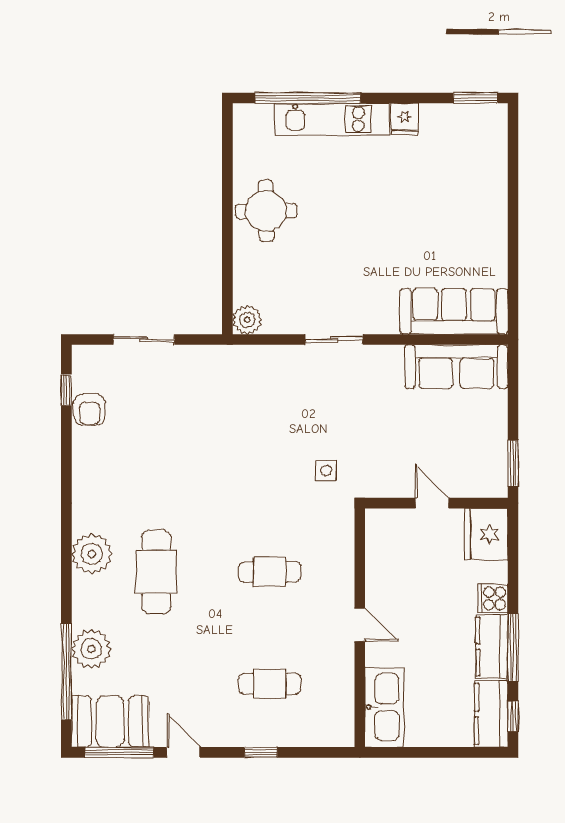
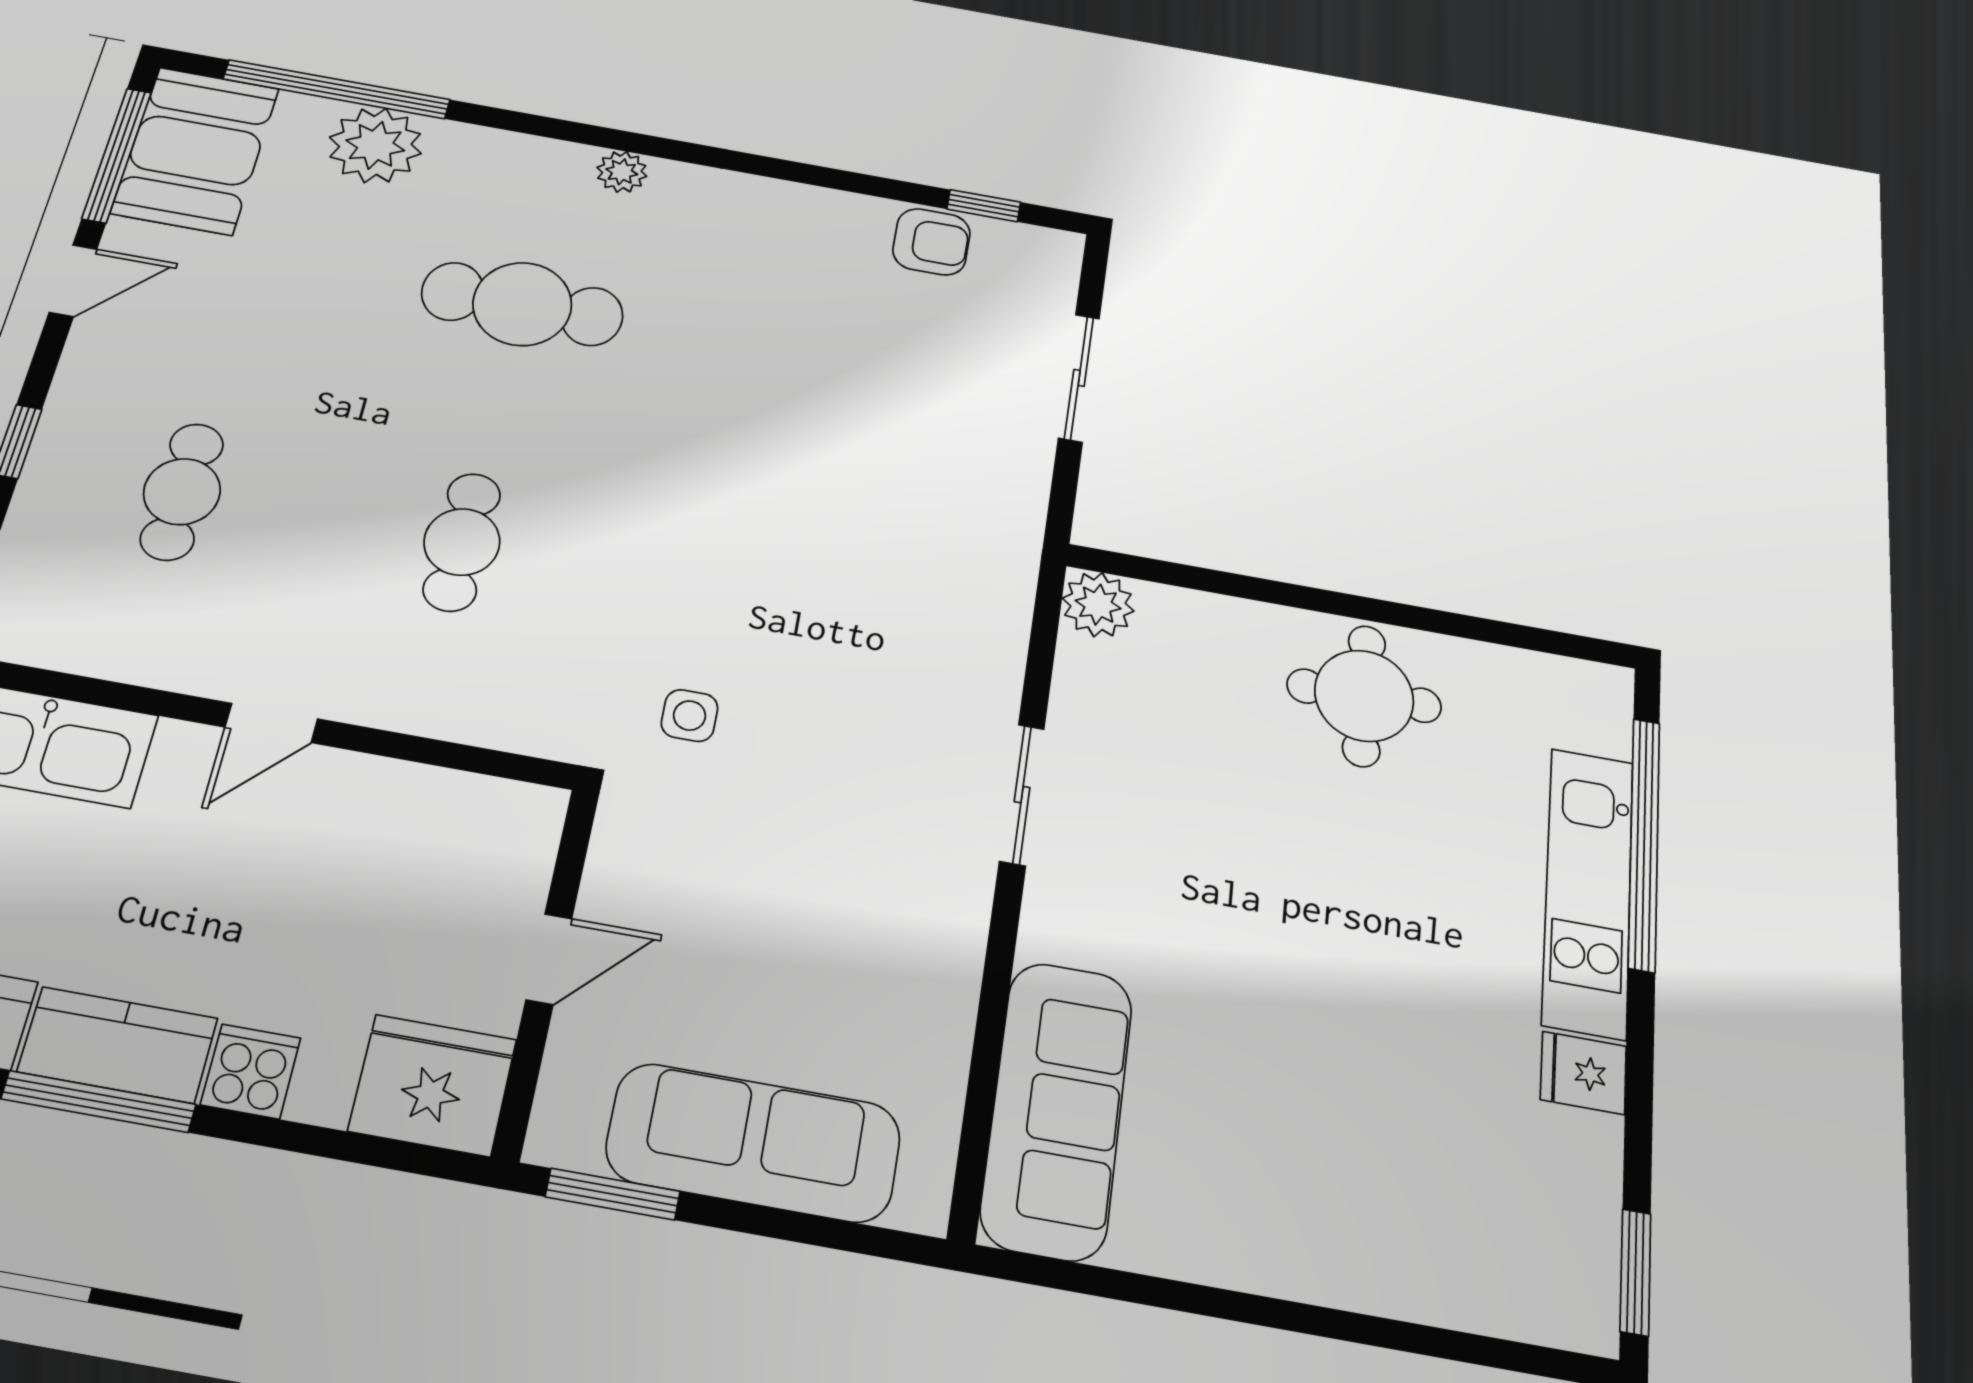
sofa: (456, 367) -> (754, 1143), moved, turned 90
armchair: (90, 409) -> (931, 242), turned 180
plant: (92, 554) -> (622, 172), width x0.53, depth x0.53

